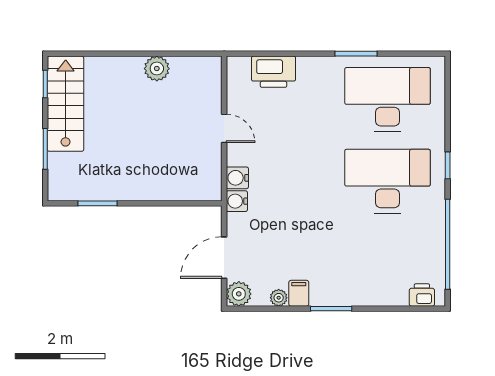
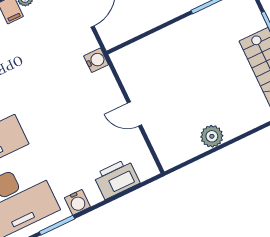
water cooler: (237, 178) -> (77, 202), moved, turned 90

